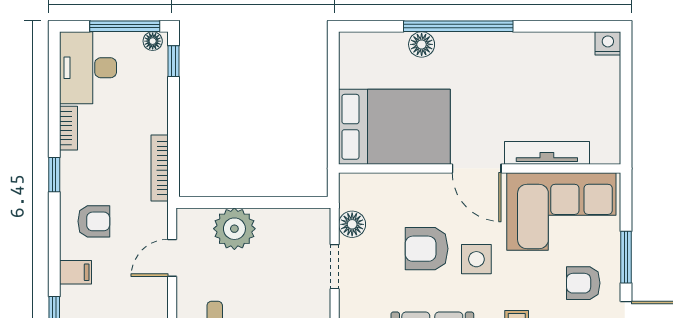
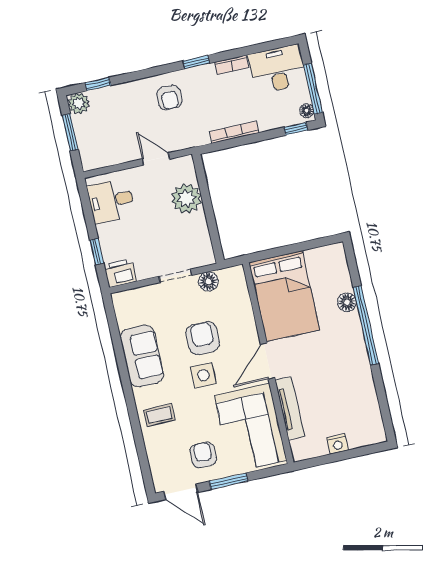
nightstand: (608, 43) -> (338, 444), moved, turned 90
bookcase: (160, 168) -> (234, 132), moved
filing cabinet: (76, 272) -> (130, 93), removed

